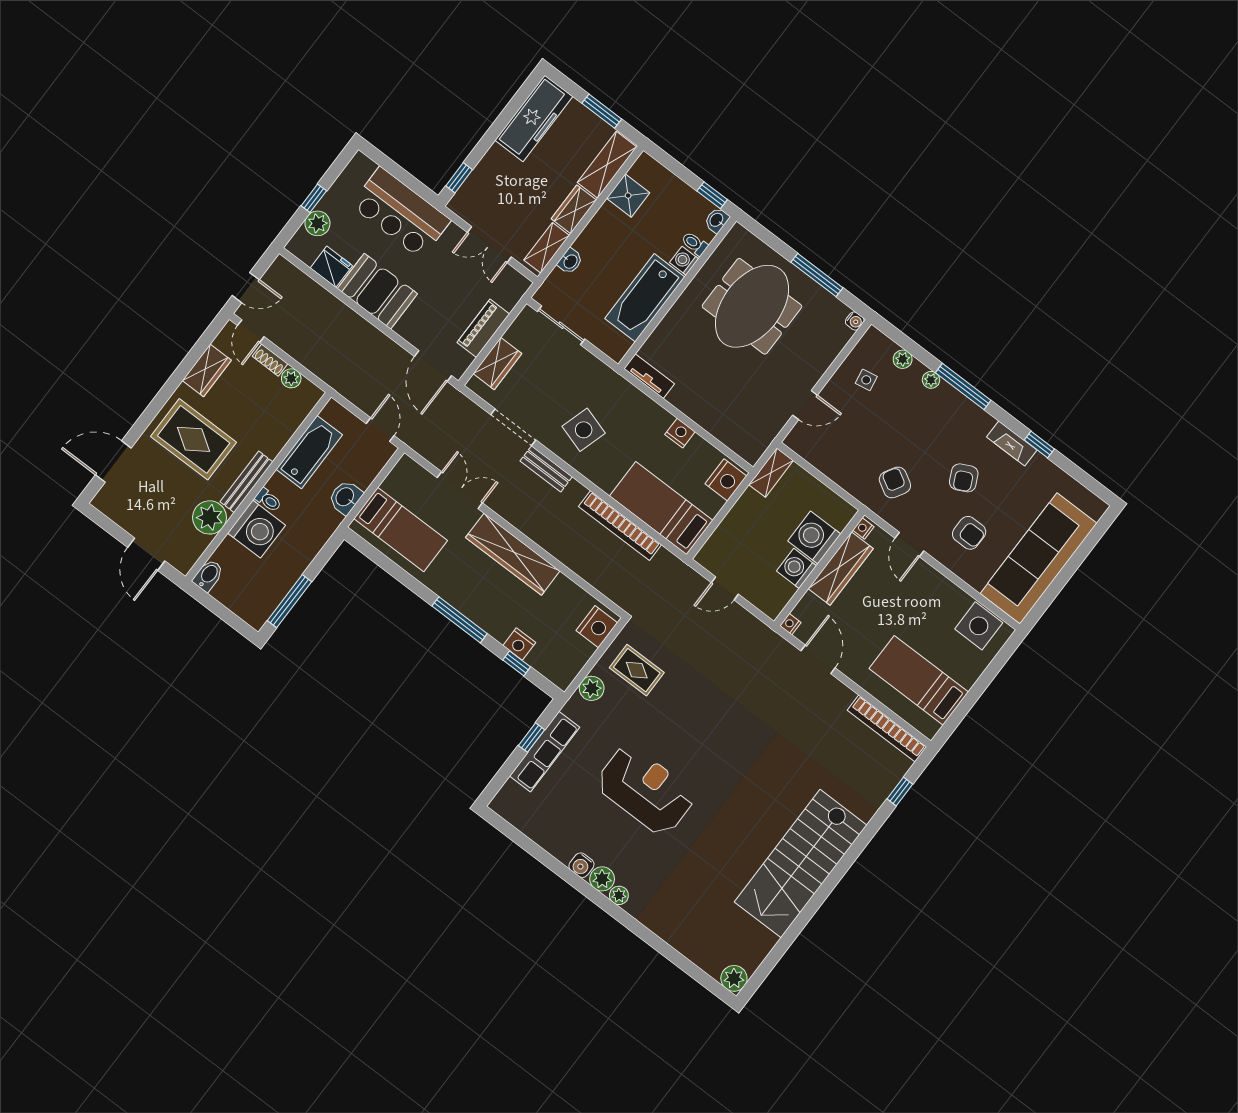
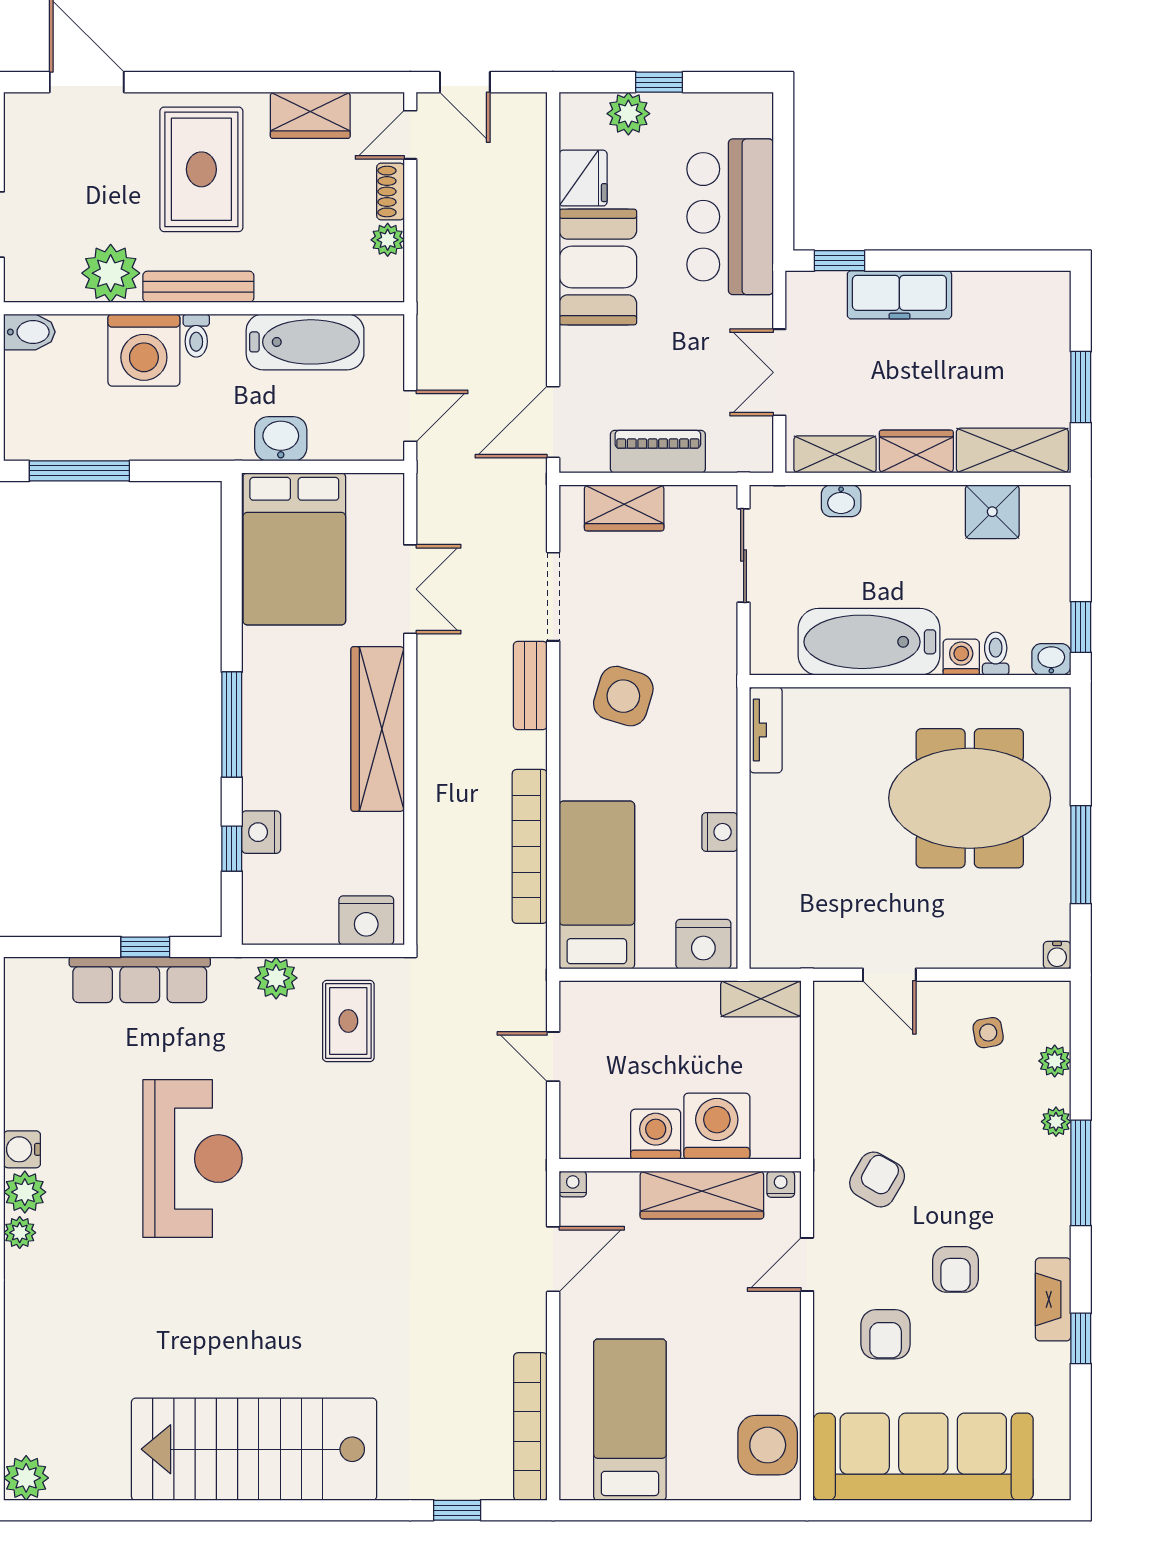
freezer: (534, 118) -> (899, 295), moved, width x0.73, depth x0.79
armchair: (964, 478) -> (956, 1269), turned -64
bed: (401, 530) -> (294, 549), width x1.50

